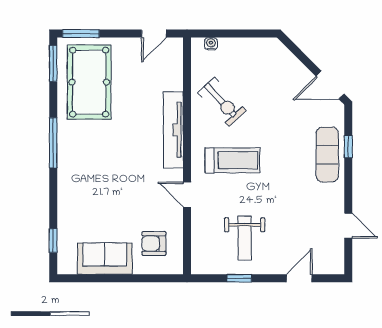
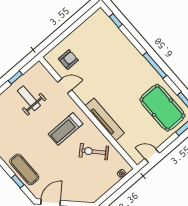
door: (154, 34) -> (152, 156), hinge flipped
door: (187, 195) -> (65, 86), moved
sofa: (105, 259) -> (85, 33), removed

